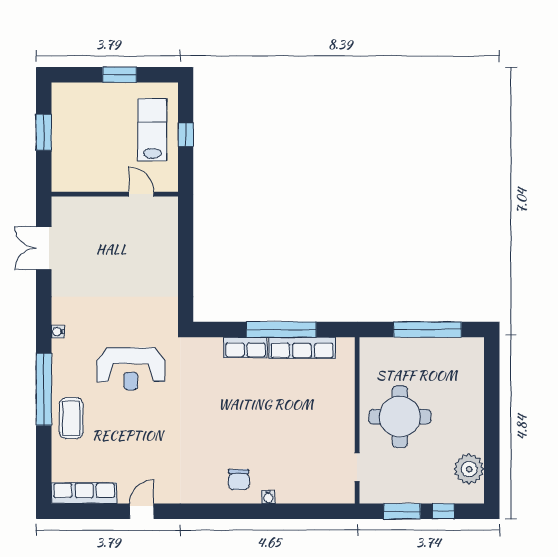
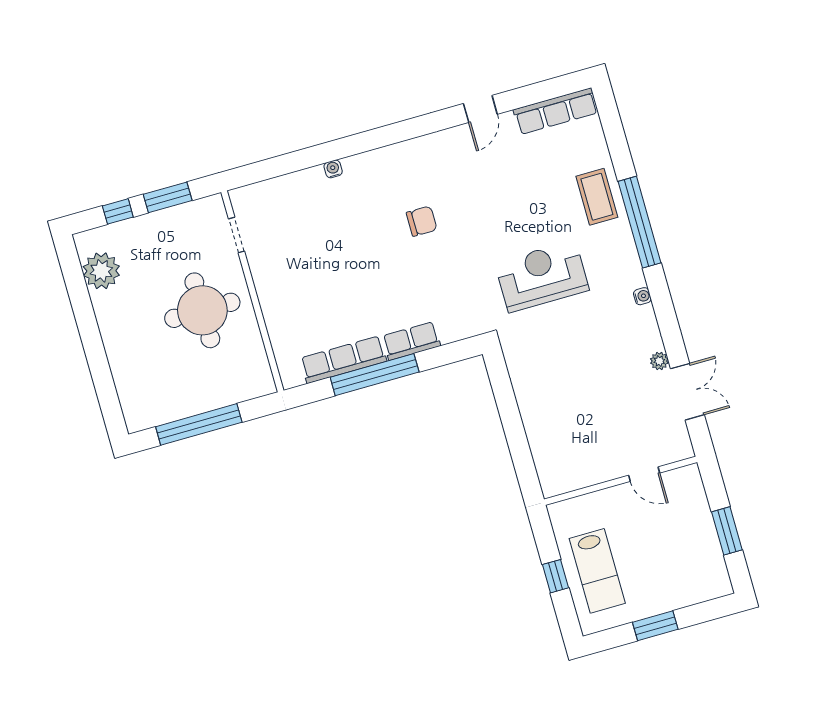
door: (141, 194) -> (644, 474), moved
plant: (59, 278) -> (659, 361), added
chair: (239, 480) -> (422, 221), moved, turned 90

